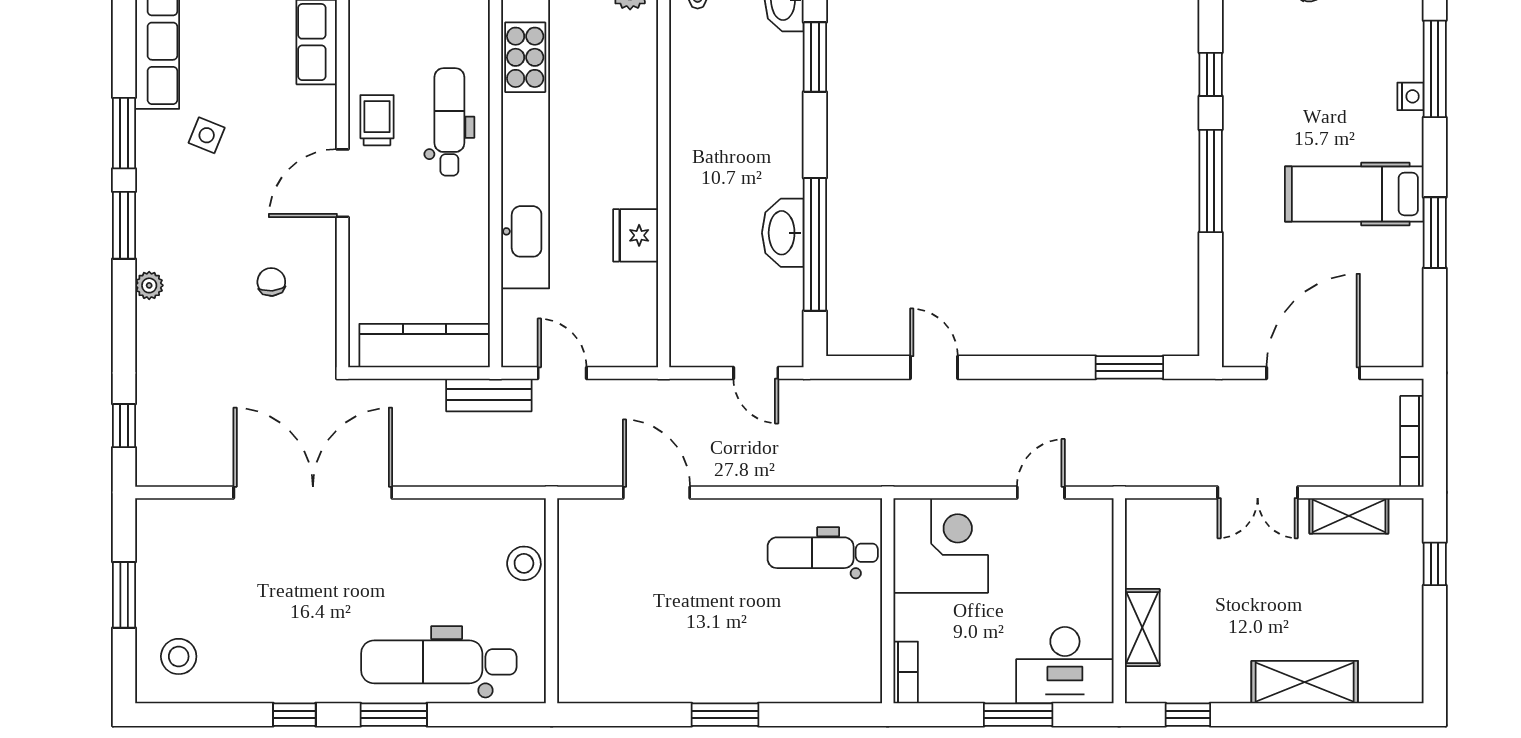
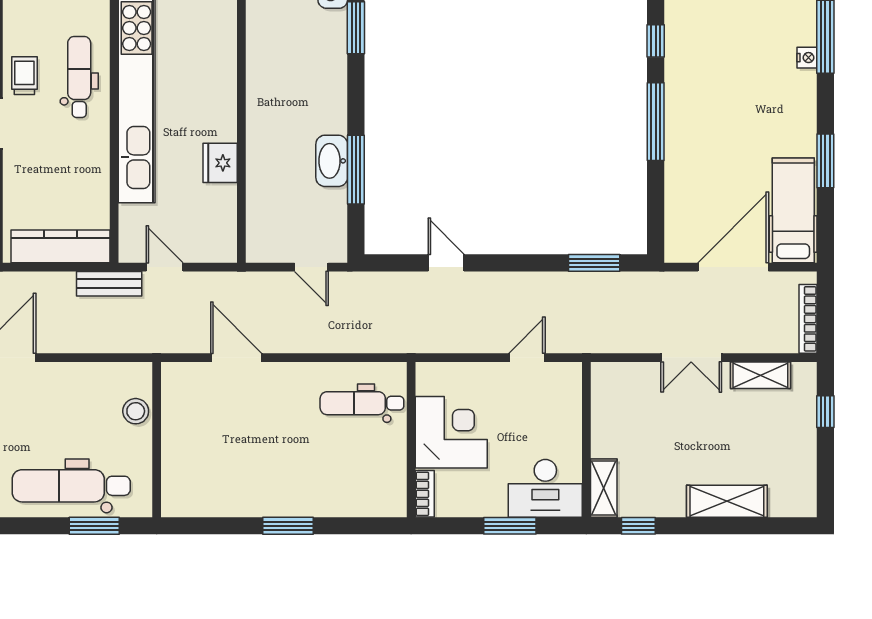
hospital bed: (1354, 194) -> (793, 210), moved, turned 90
window: (815, 244) -> (356, 170), width x0.68
corner desk: (941, 545) -> (451, 432), moved
shelving: (1142, 628) -> (604, 488), moved
window: (394, 715) -> (94, 526), moved

